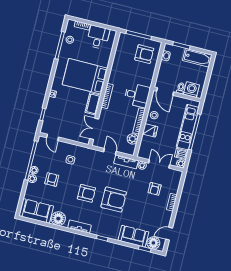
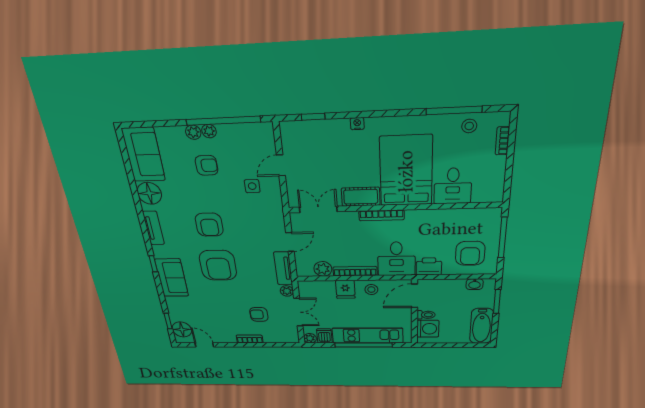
desk: (98, 37) -> (453, 186), moved, turned 90
printer: (147, 79) -> (429, 266), added
door: (53, 137) -> (281, 165), moved
sofa: (133, 236) -> (172, 278), moved

